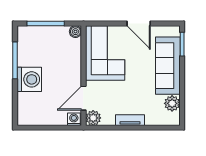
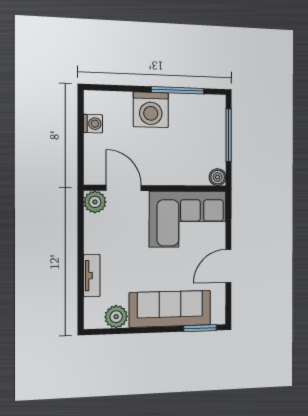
washing machine: (74, 119) -> (93, 124), moved
tv unit: (130, 120) -> (92, 276), moved

